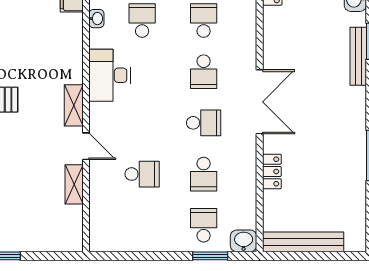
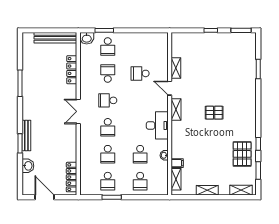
school desk: (204, 72) -> (108, 127), turned 180
double door: (260, 102) -> (78, 111), width x0.73
locker: (272, 171) -> (72, 70), width x1.53

